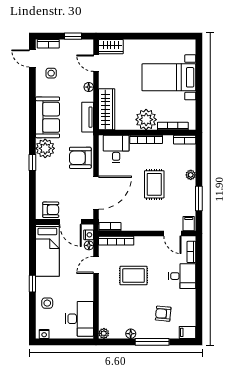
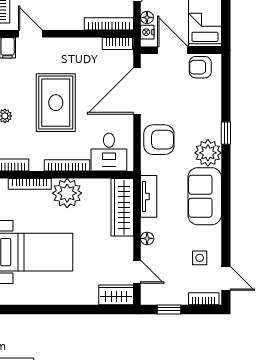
rug: (154, 184) -> (56, 103), width x1.36, depth x1.43

